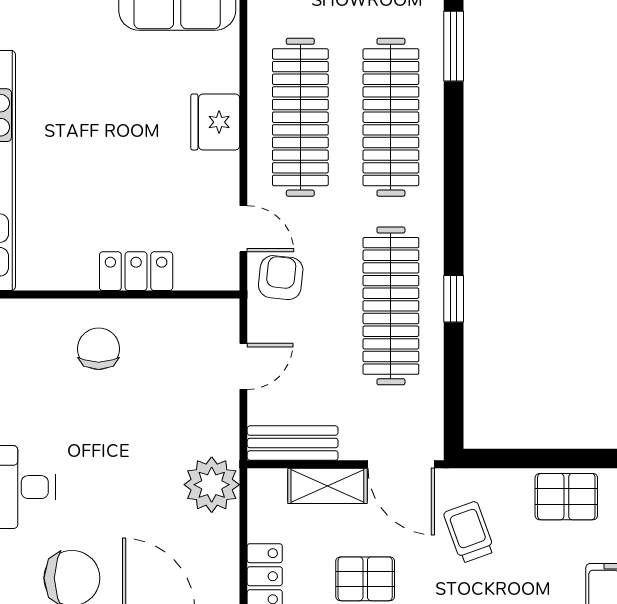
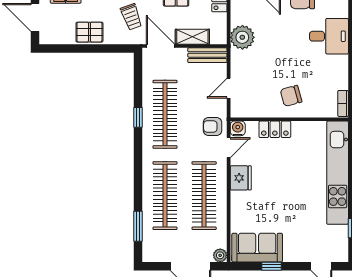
fridge: (215, 122) -> (241, 178), moved
door: (243, 229) -> (229, 148), swing flipped
water cooler: (222, 273) -> (238, 128), added
armchair: (281, 278) -> (213, 127), turned 84
chair: (99, 349) -> (291, 96), turned 75

